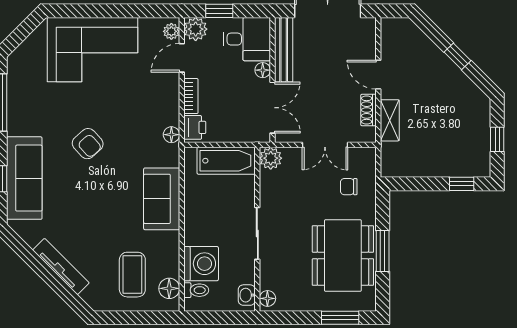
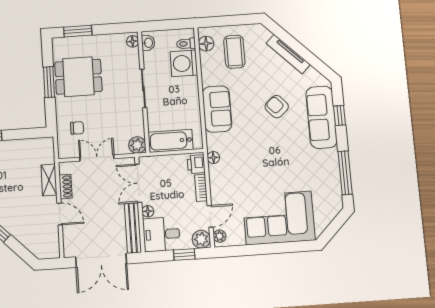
armchair: (88, 144) -> (277, 107), moved
dining table: (343, 255) -> (78, 77), width x0.73

